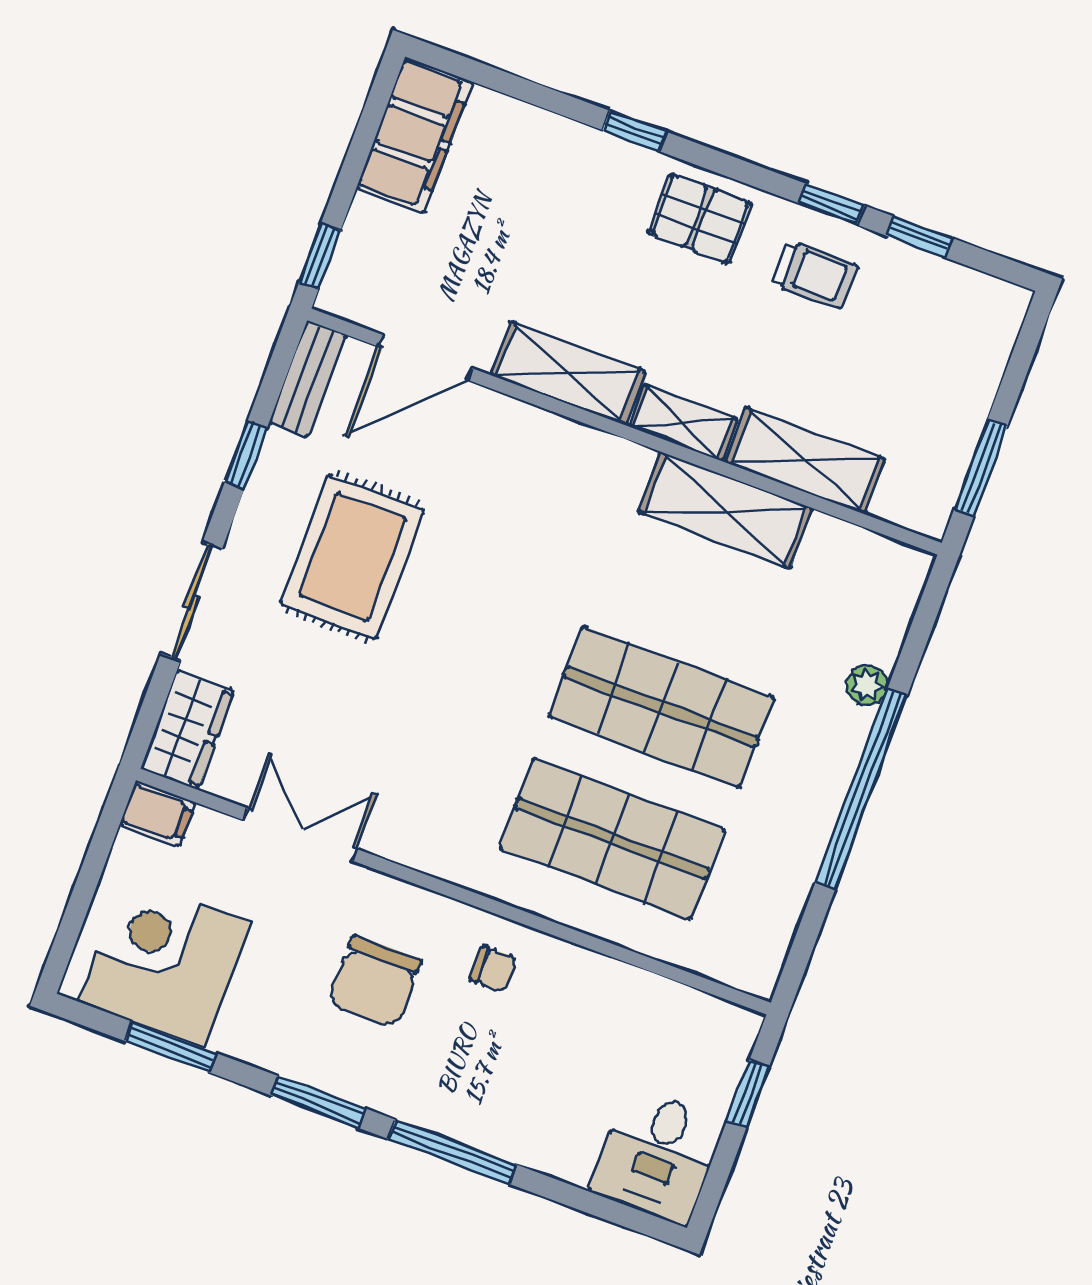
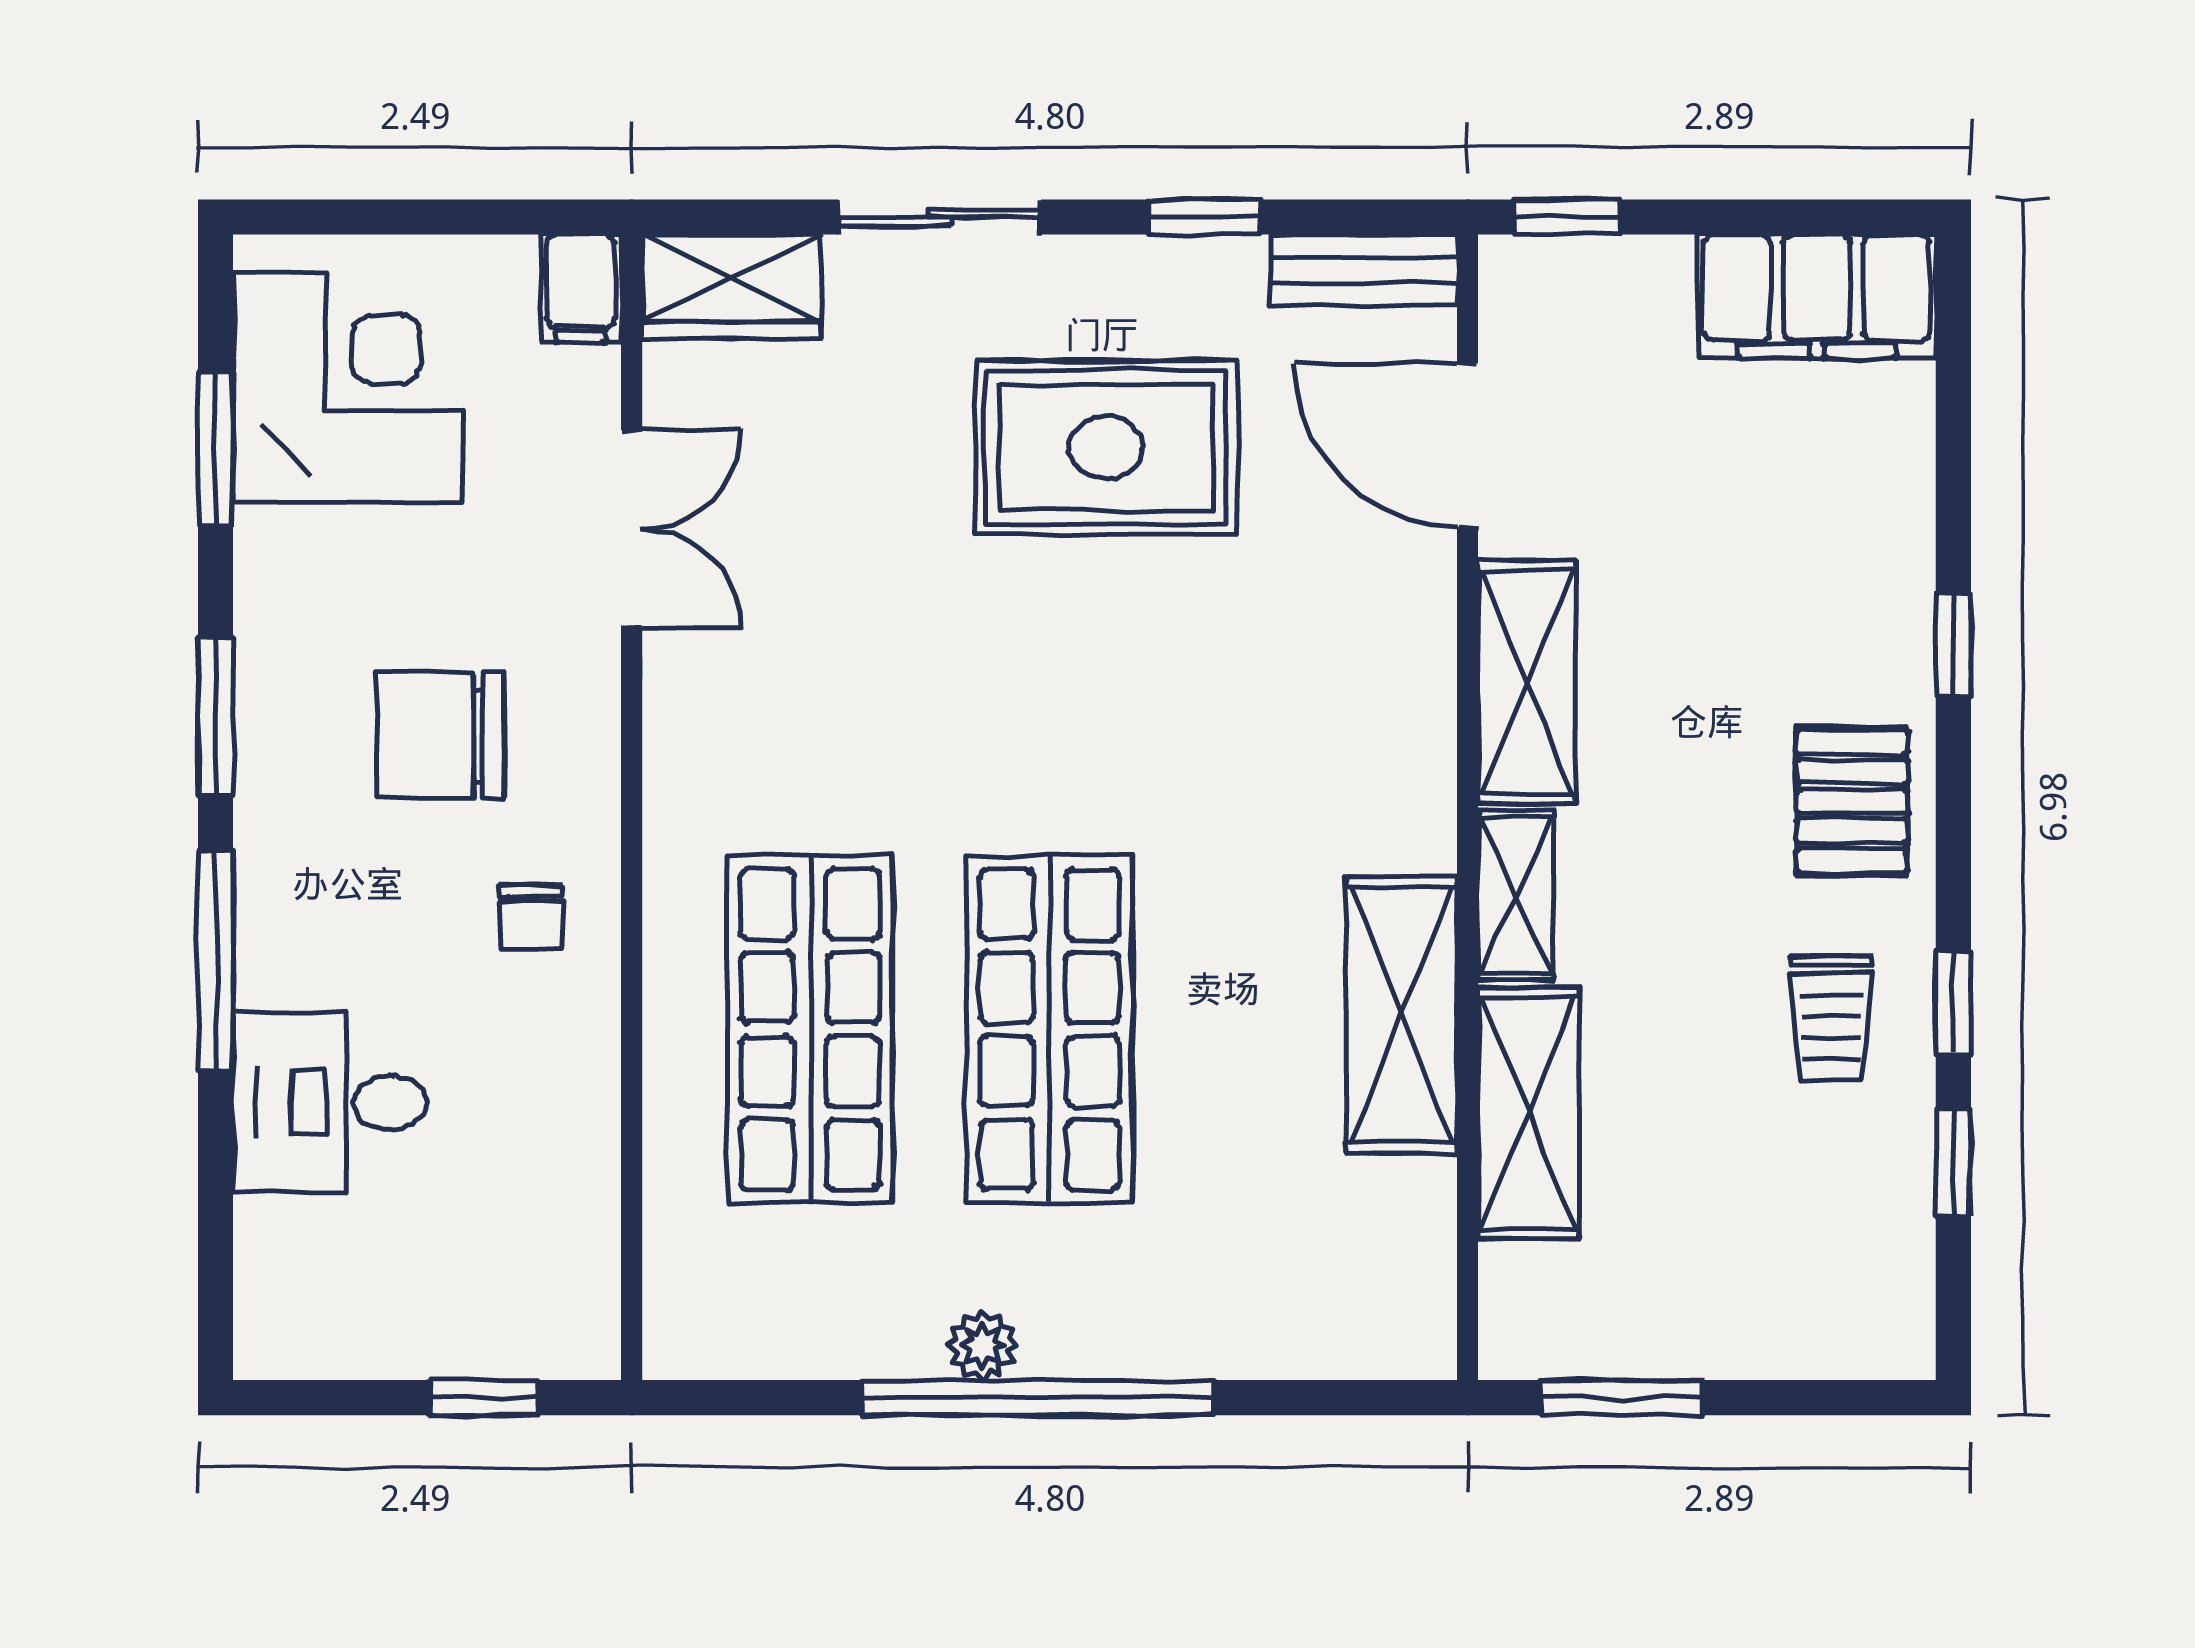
plant: (867, 686) -> (982, 1345), moved
desk: (657, 1156) -> (330, 1103), moved

